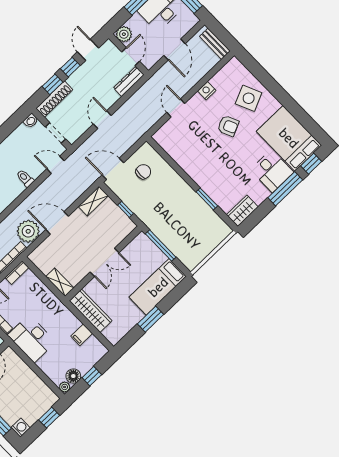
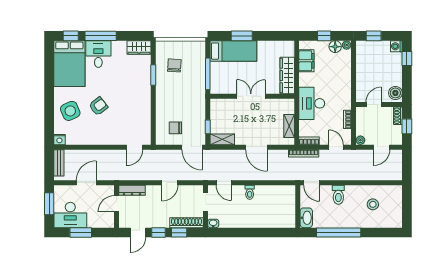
plant: (124, 34) -> (108, 221), removed
nightstand: (207, 91) -> (59, 140), moved
door: (176, 108) -> (135, 147), moved
armchair: (228, 126) -> (98, 106), turned 76
window: (125, 209) -> (208, 127), moved
chair: (197, 225) -> (174, 65), added
plant: (28, 231) -> (278, 159), removed
shelving: (60, 282) -> (289, 126), moved
window: (151, 319) -> (242, 36), moved
filing cabinet: (82, 335) -> (306, 61), width x2.00
desk: (32, 339) -> (312, 103), moved, turned 180

